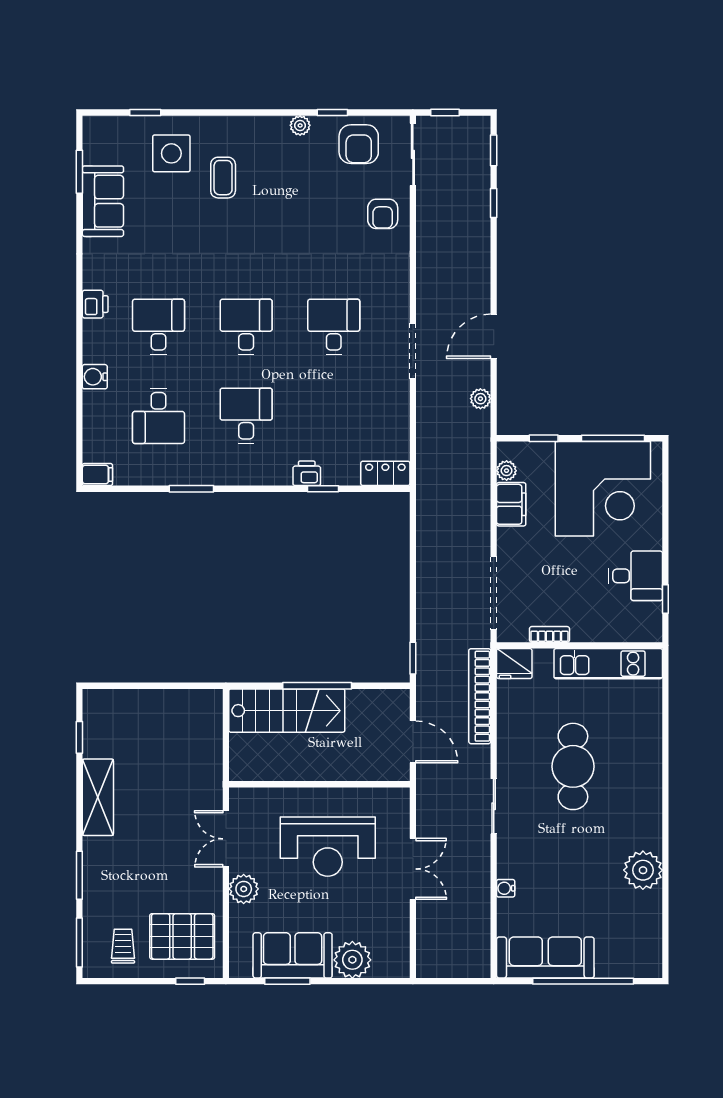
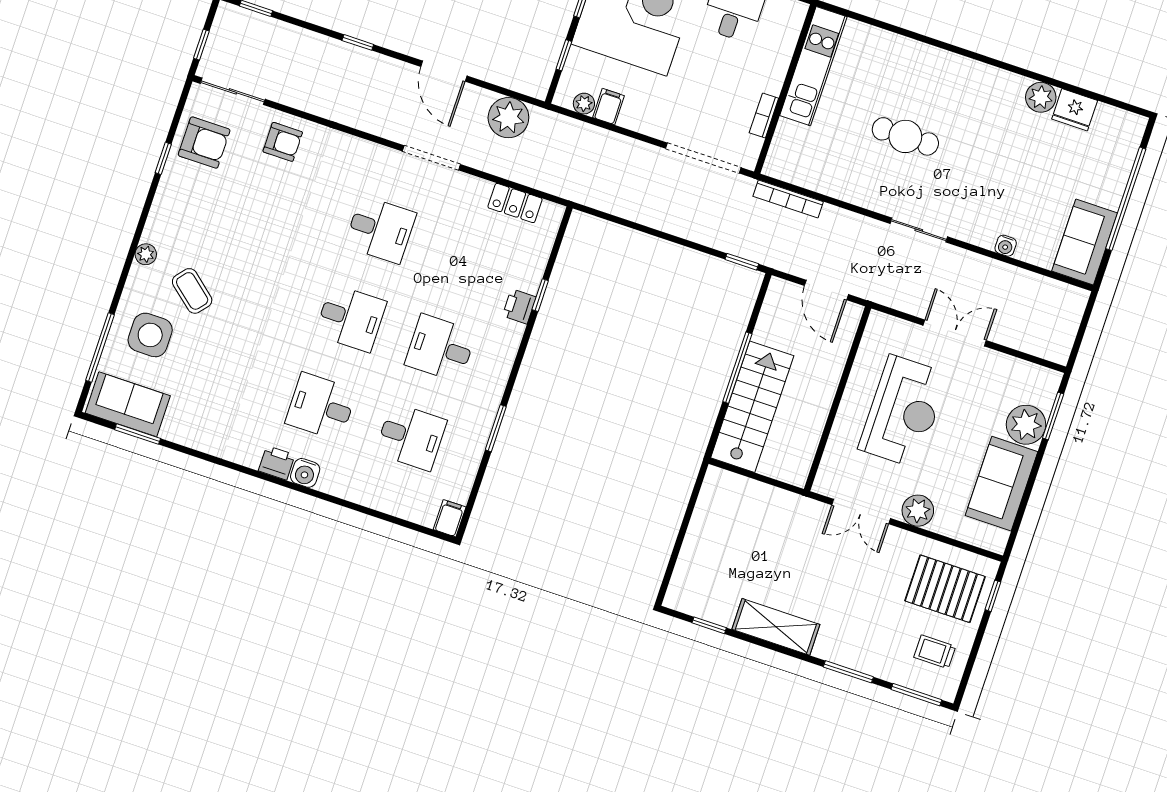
window: (145, 112) -> (100, 347), width x2.17
plant: (300, 125) -> (146, 254), moved
coffee table: (223, 178) -> (192, 291), turned 40
sofa: (103, 201) -> (128, 404), moved
window: (494, 203) -> (358, 42), moved
desk: (246, 327) -> (351, 318), turned 180
desk: (334, 327) -> (380, 230), turned 180
water cooler: (95, 377) -> (305, 473), moved
plant: (480, 399) -> (508, 118), width x1.88, depth x1.88
locker: (385, 473) -> (515, 203), moved, turned -90
filing cabinet: (511, 504) -> (609, 107), width x0.50
fridge: (514, 664) -> (1075, 110), moved, turned 90
bookcase: (480, 696) -> (788, 199), width x0.68, depth x0.76
door: (413, 742) -> (826, 290), swing flipped
cafe table: (573, 766) -> (905, 136), width x0.73, depth x0.74
plant: (643, 870) -> (1041, 97), width x0.73, depth x0.73
pallet: (182, 936) -> (945, 589), turned 90
sofa: (545, 957) -> (1085, 242), width x0.73
window: (287, 981) -> (1053, 416), moved

